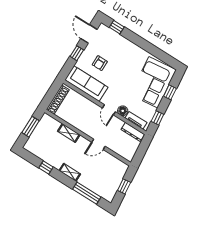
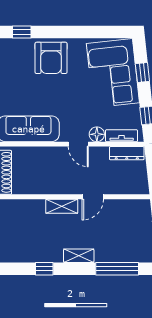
armchair: (100, 63) -> (51, 58), moved, width x1.88, depth x1.88
shelving: (69, 133) -> (62, 206), moved

